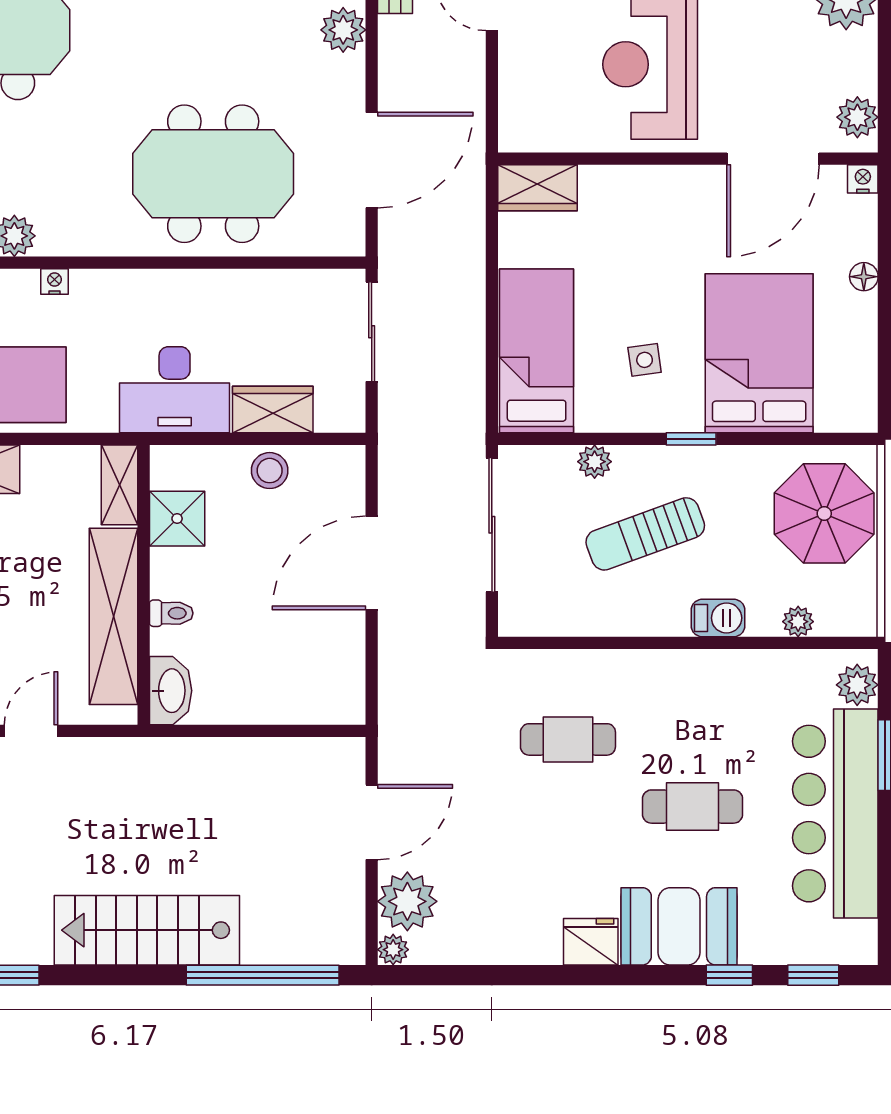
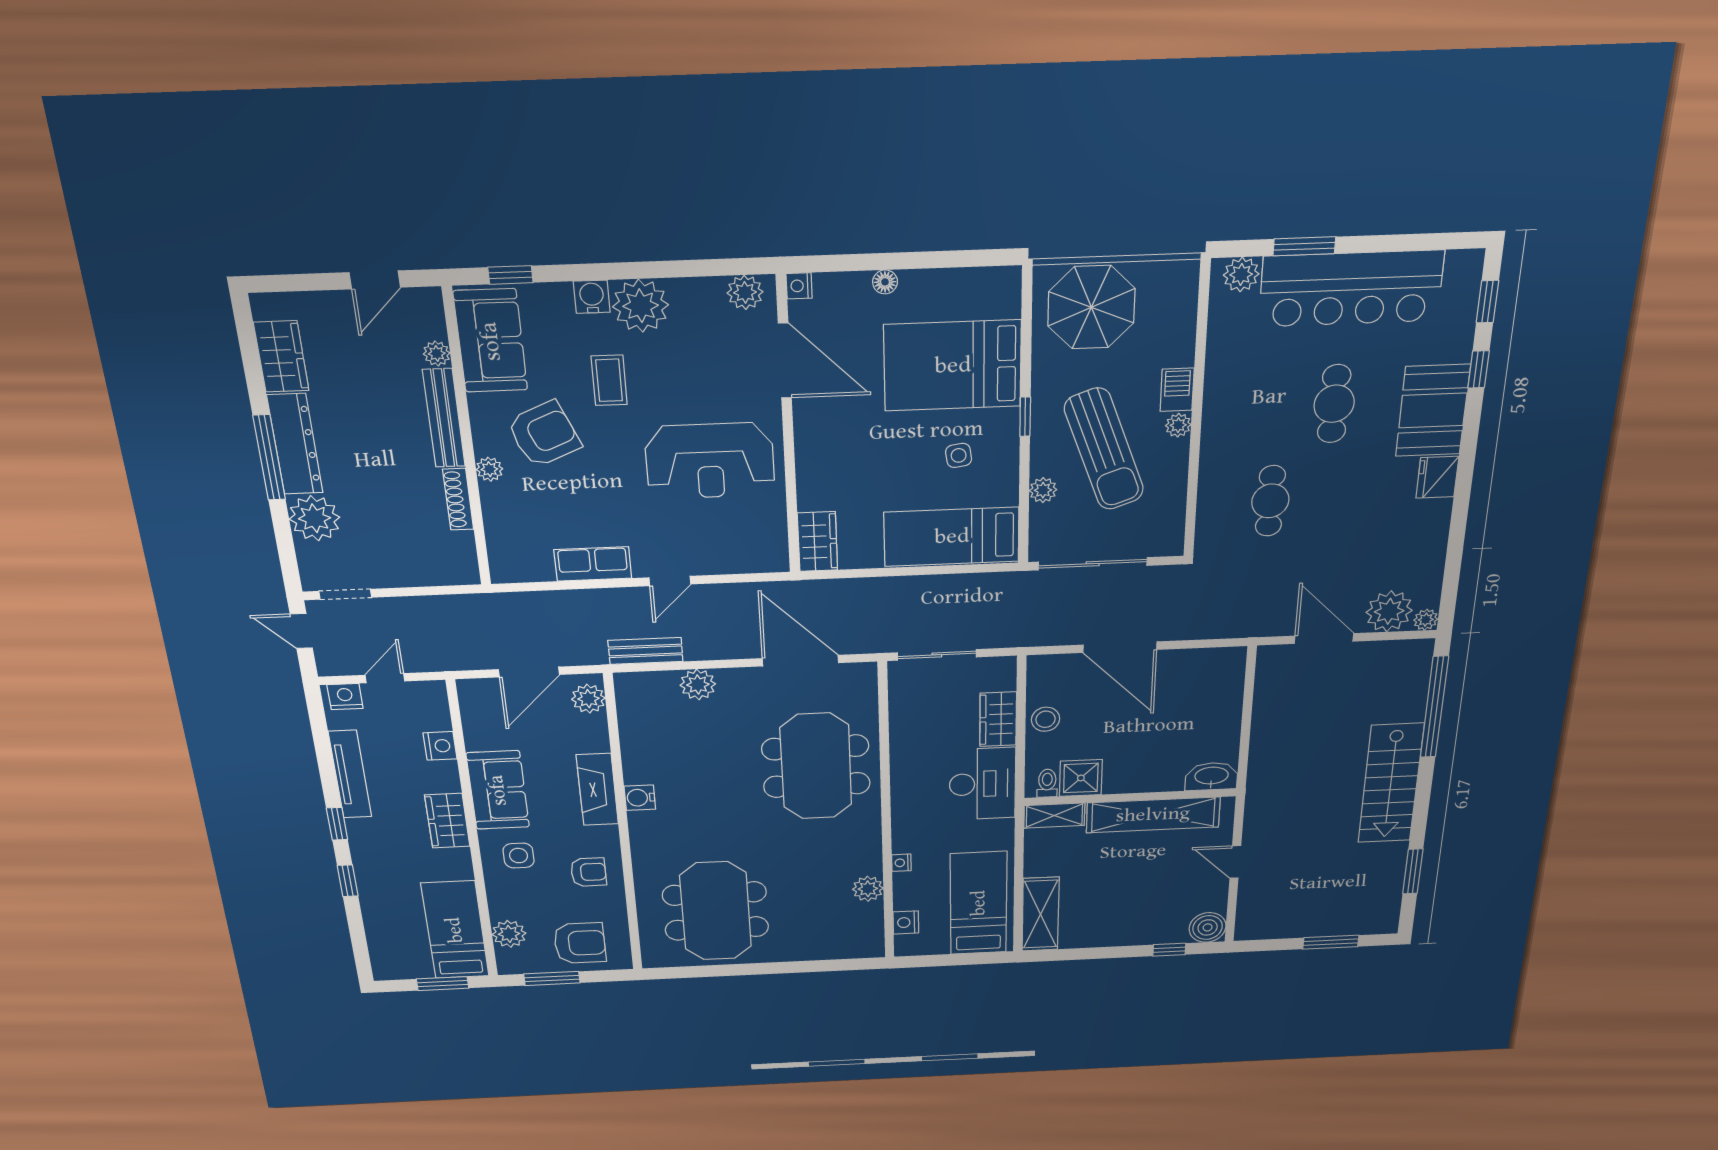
sun lounger: (645, 534) -> (1104, 449), width x1.36, depth x1.34
toilet: (171, 613) -> (1047, 783), moved
plant: (798, 622) -> (1178, 425), moved

